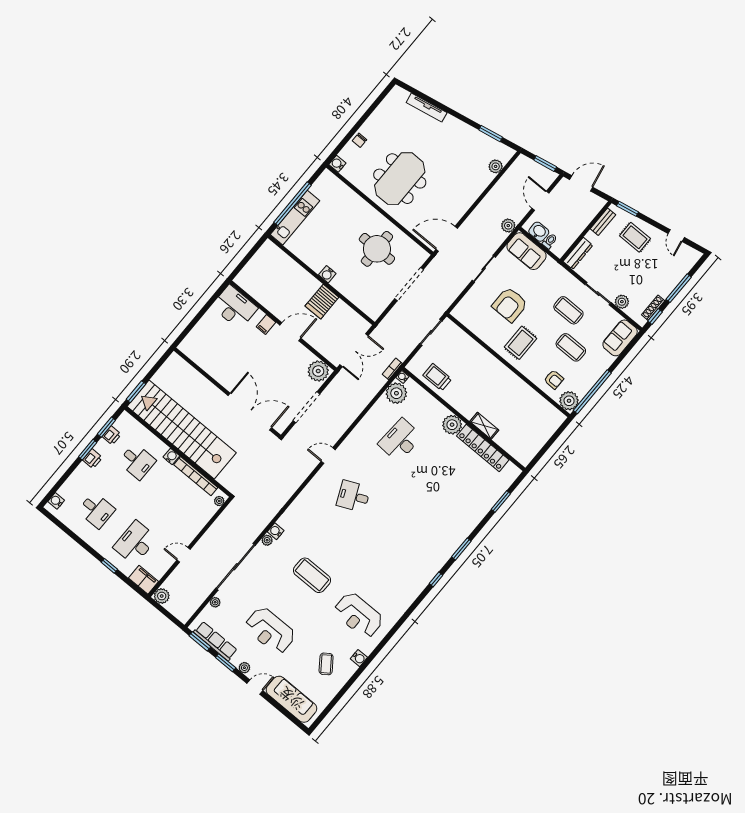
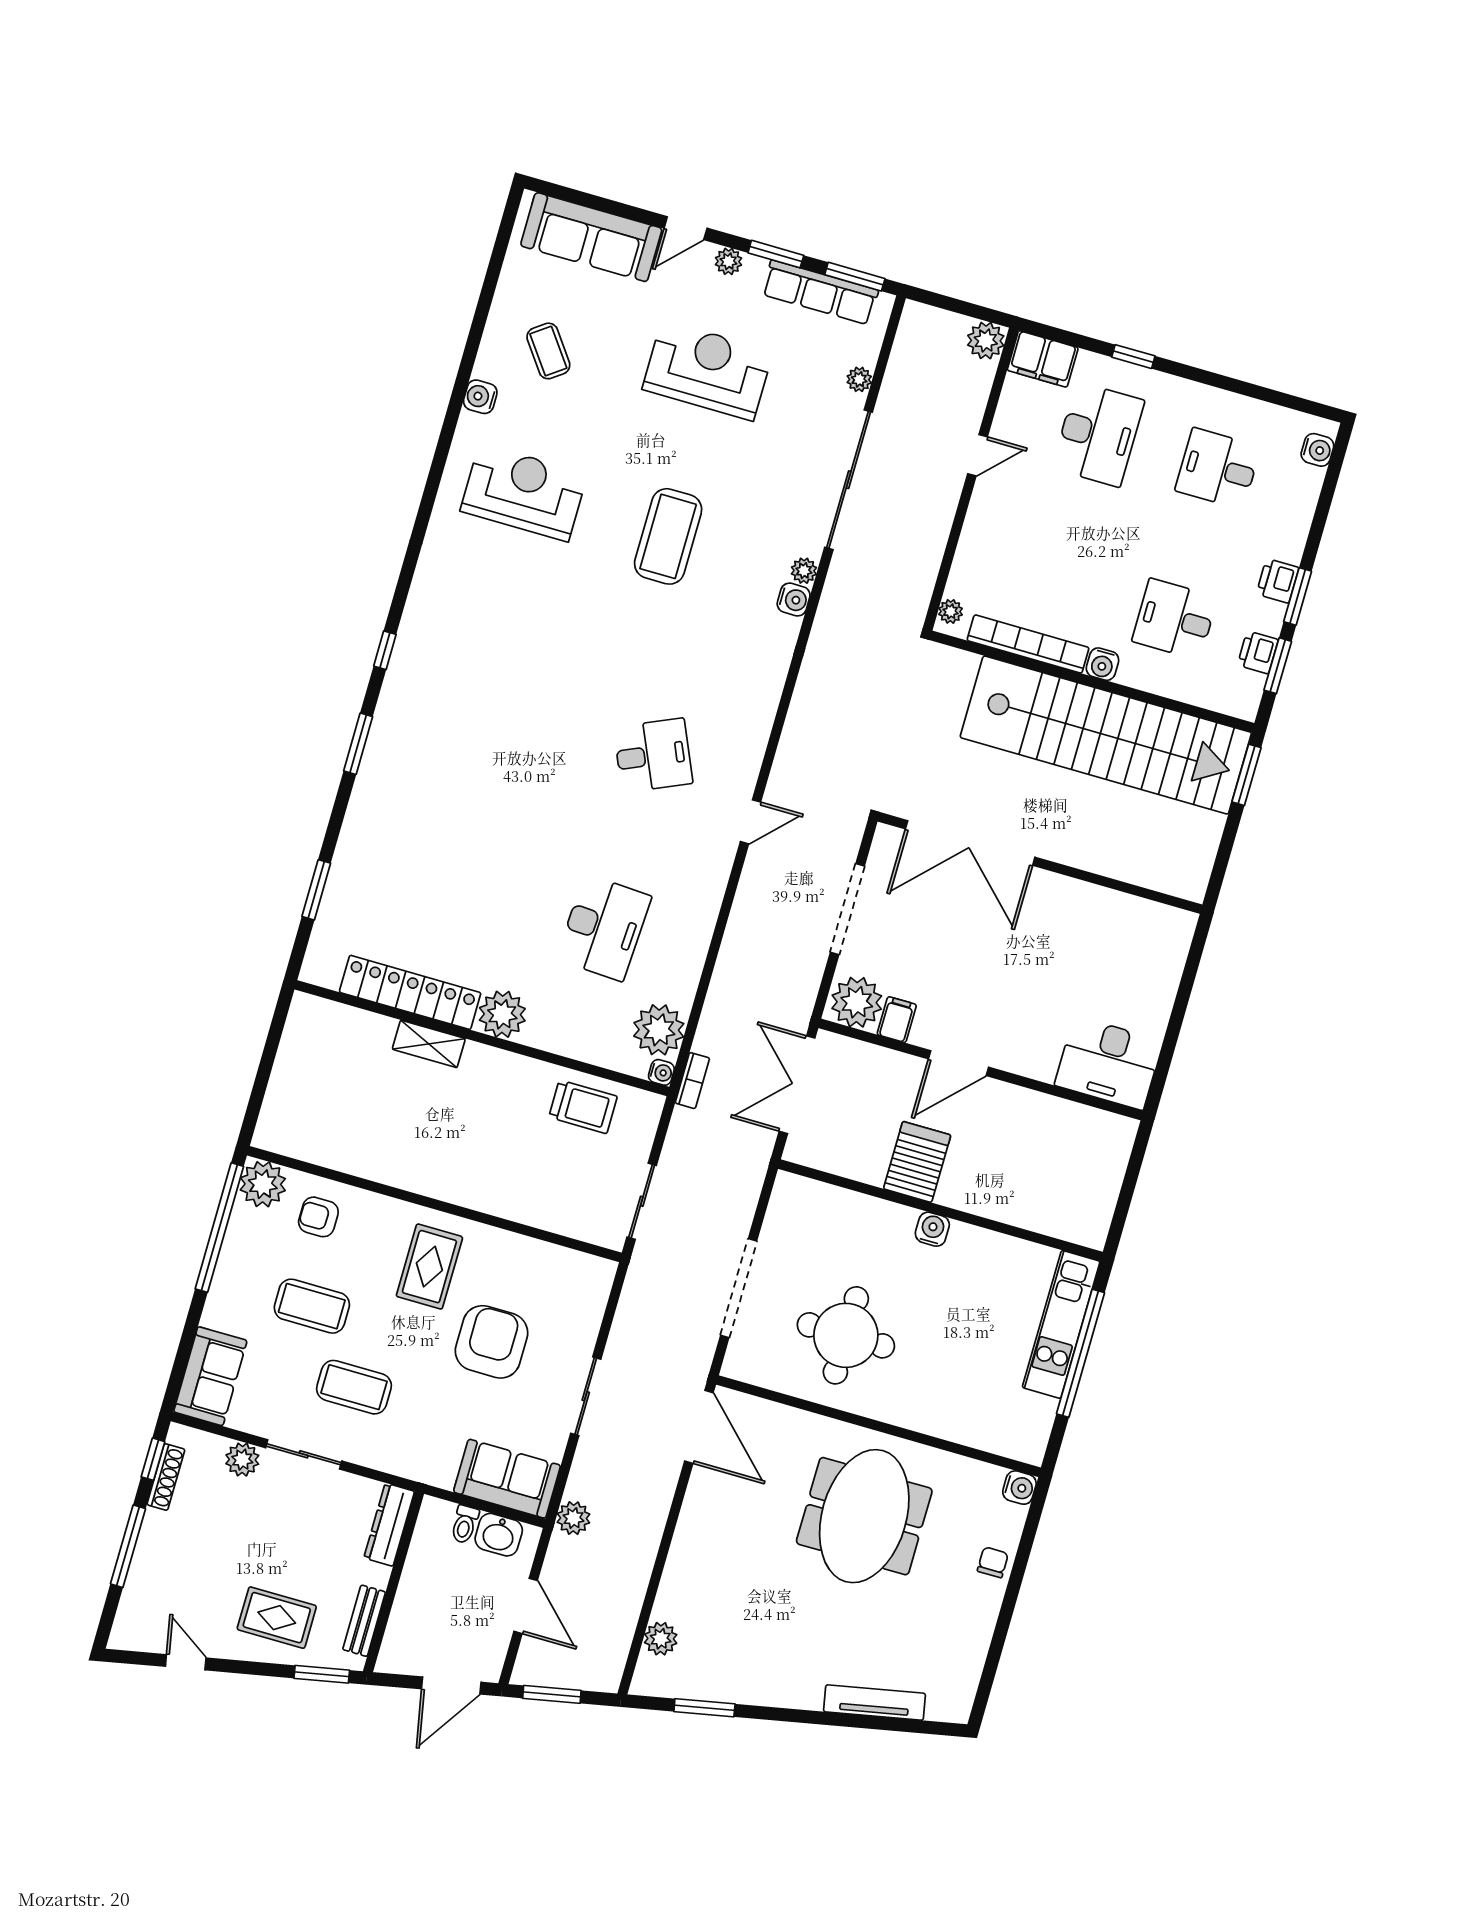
door: (447, 239) -> (699, 1427), hinge flipped
filing cabinet: (266, 325) -> (897, 1020), moved
coffee table: (312, 575) -> (668, 536), turned 90

